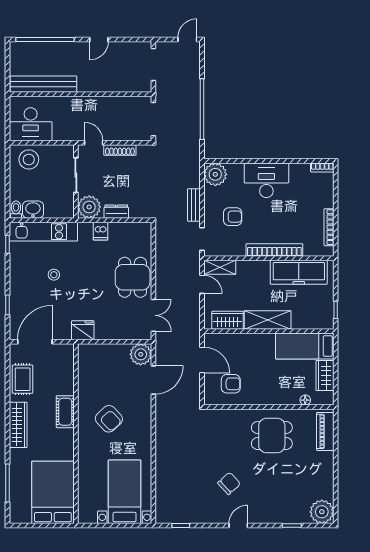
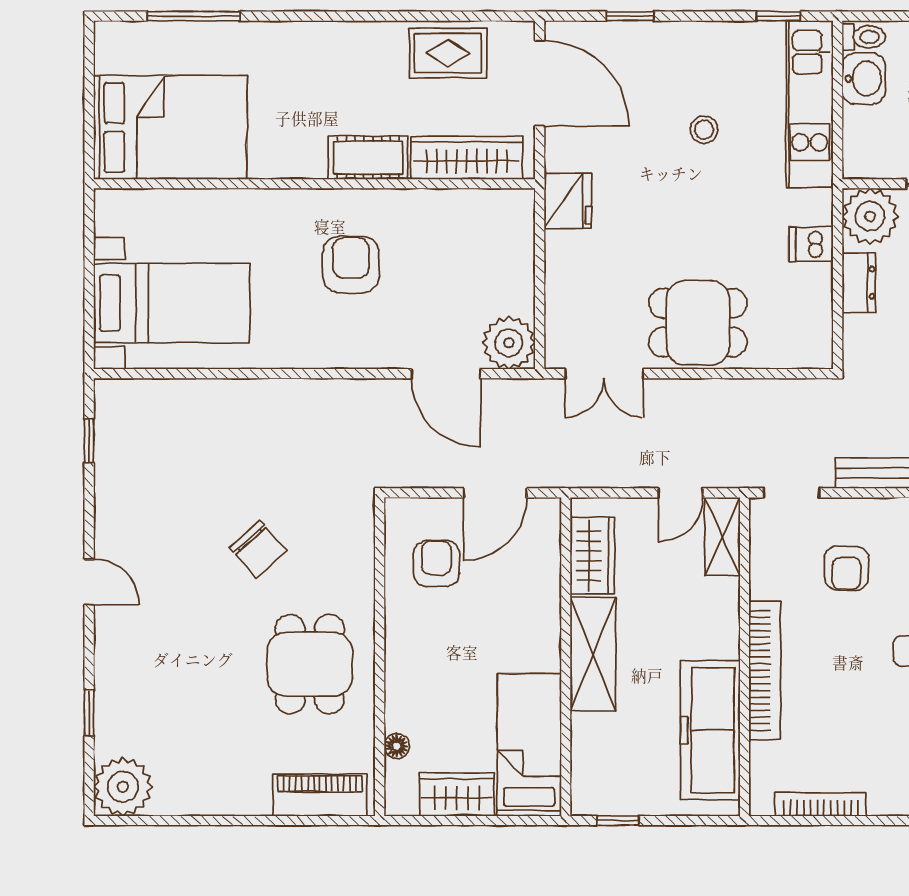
armchair: (231, 384) -> (437, 563), turned 180
armchair: (109, 419) -> (351, 265), turned 133
wardrobe: (18, 425) -> (467, 158), moved, turned 180
chair: (229, 483) -> (258, 549), moved

